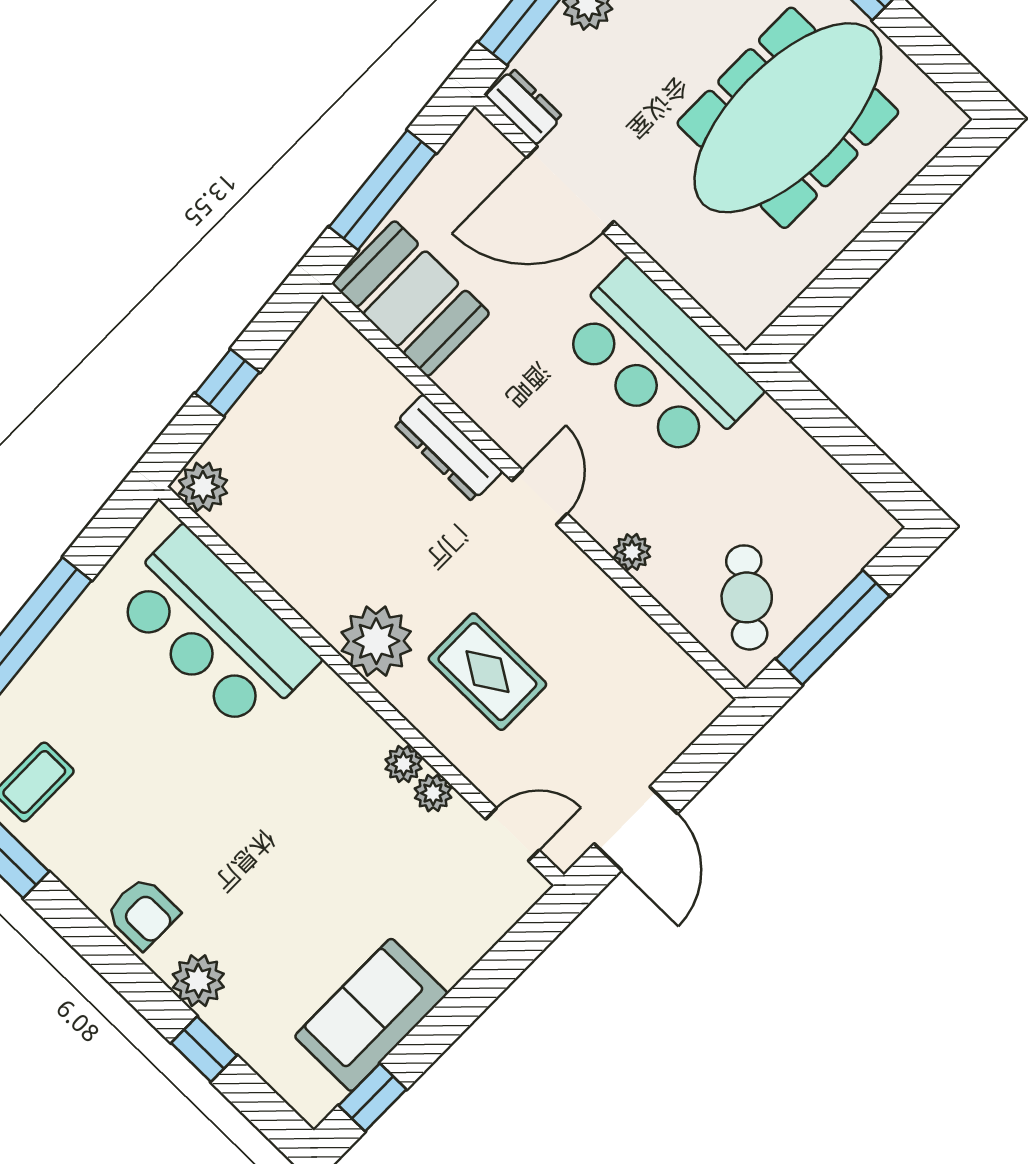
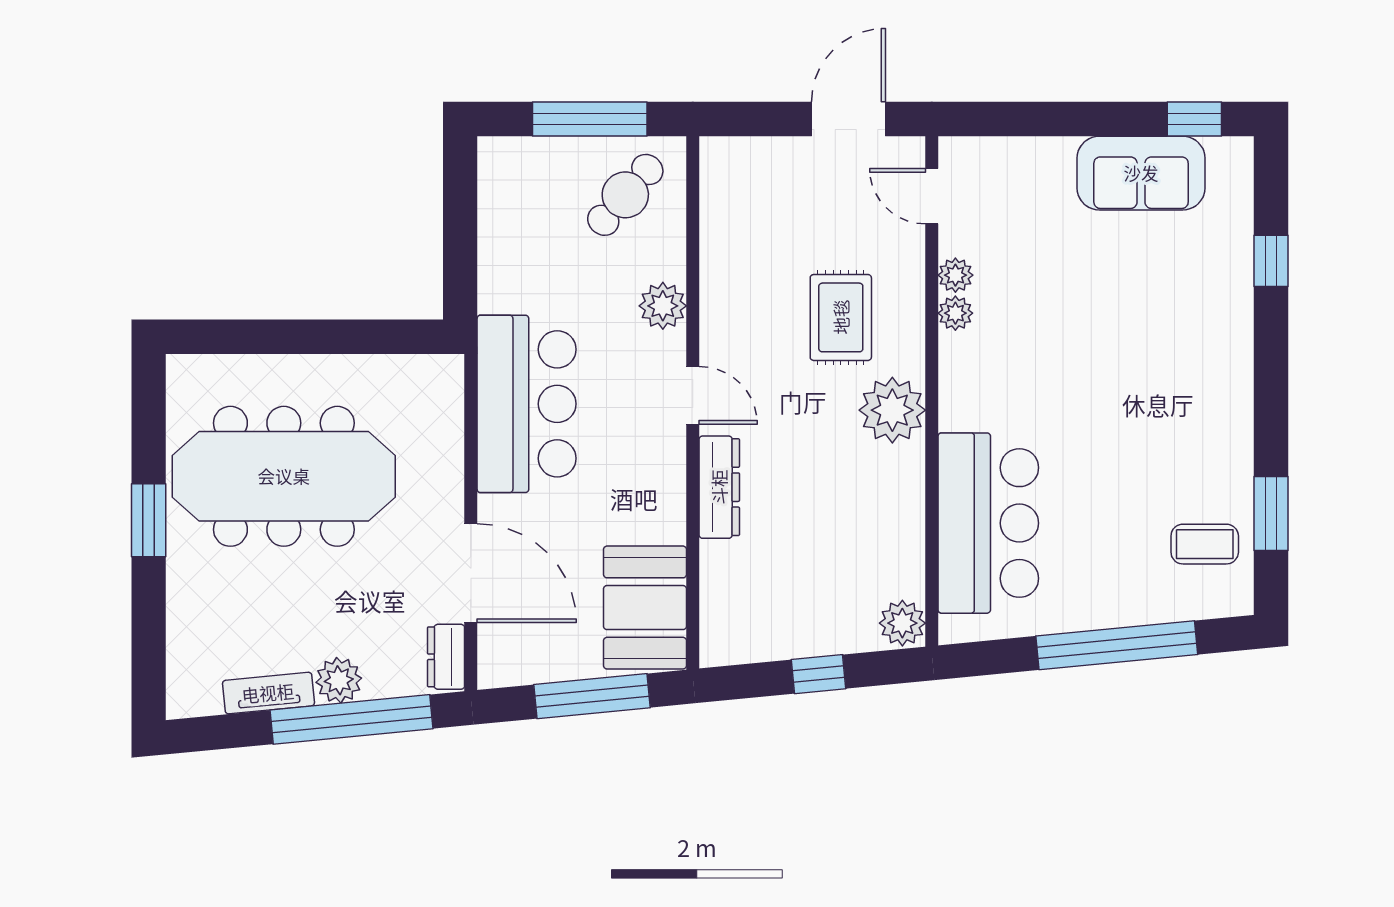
door: (540, 497) -> (693, 395), swing flipped
plant: (632, 552) -> (663, 306), width x1.38, depth x1.38
armchair: (143, 913) -> (1221, 389), removed
plant: (198, 981) -> (1230, 309), removed

